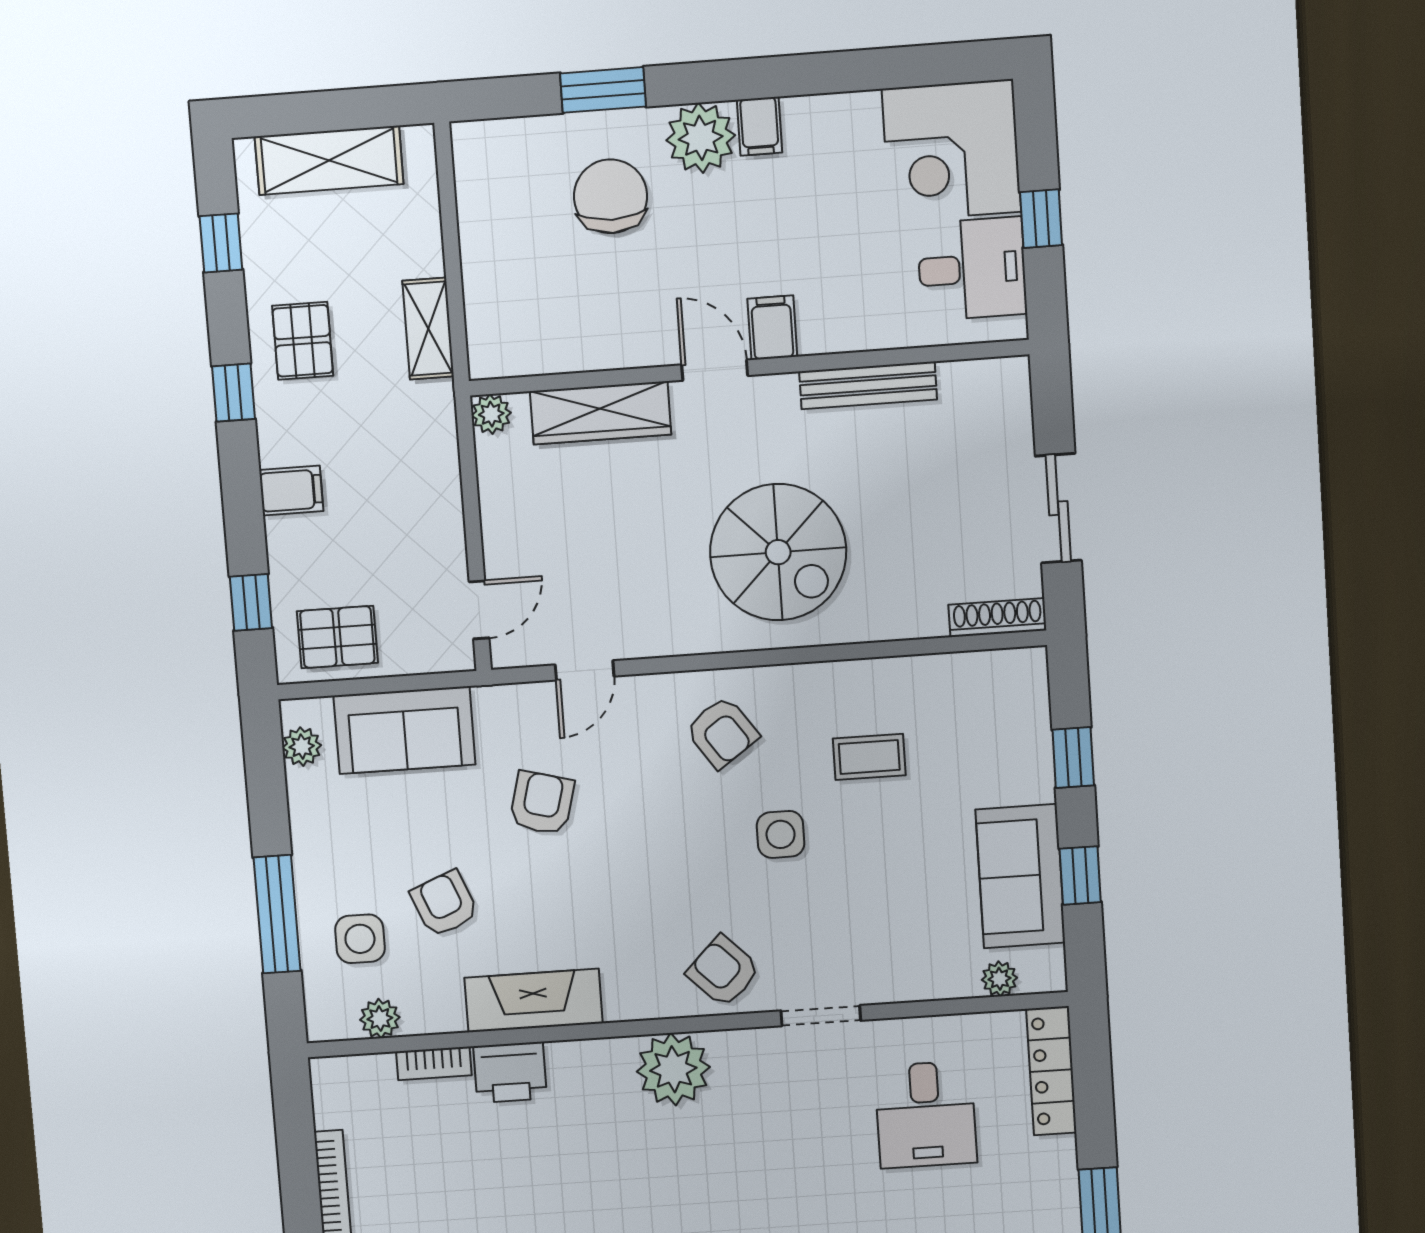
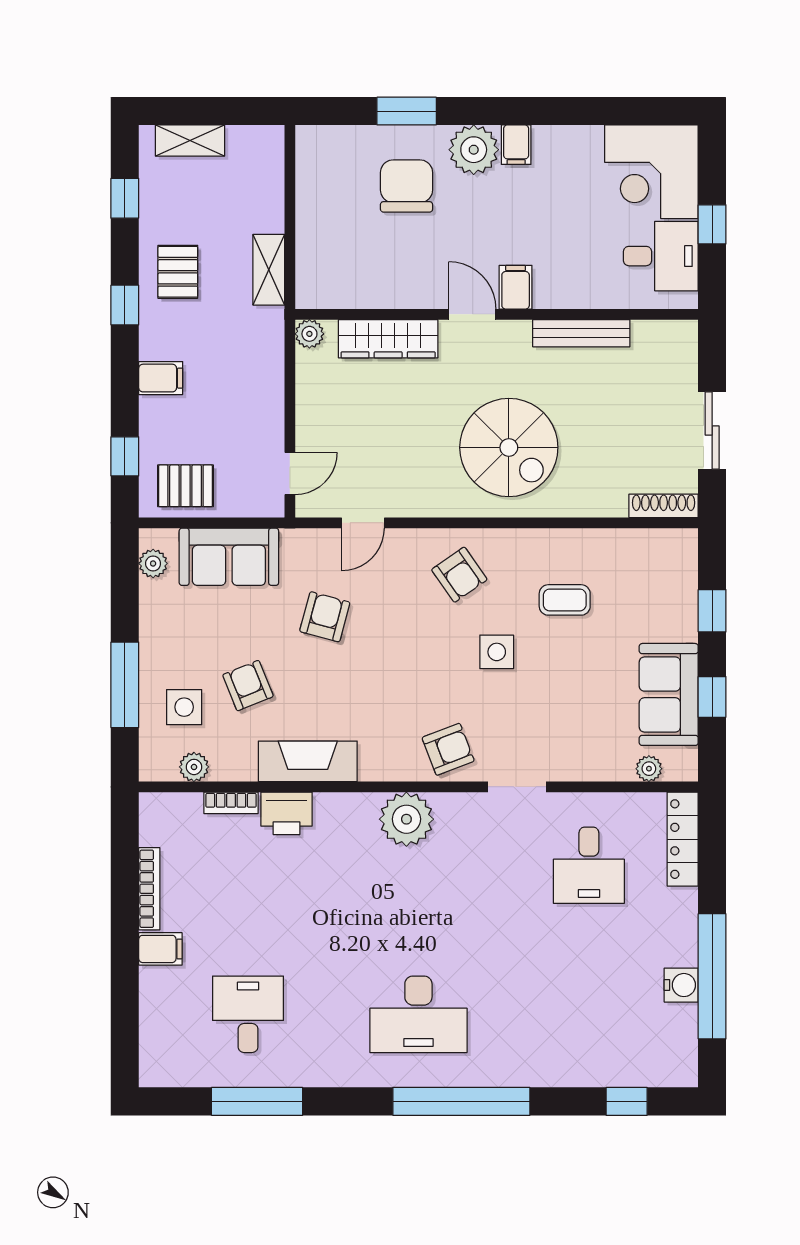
shelving: (329, 160) -> (190, 140), width x0.67, depth x0.75
armchair: (723, 971) -> (448, 749), turned 114

